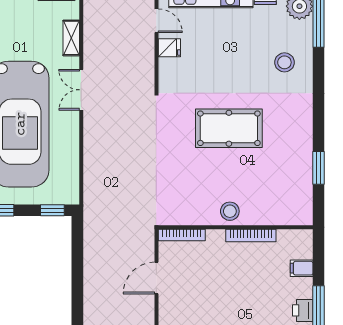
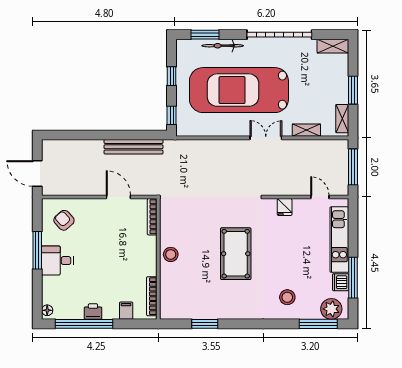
door: (156, 21) -> (320, 197), swing flipped
fridge: (169, 48) -> (285, 207), moved
bookcase: (251, 235) -> (152, 296), moved
bench: (92, 259) -> (134, 147), added

